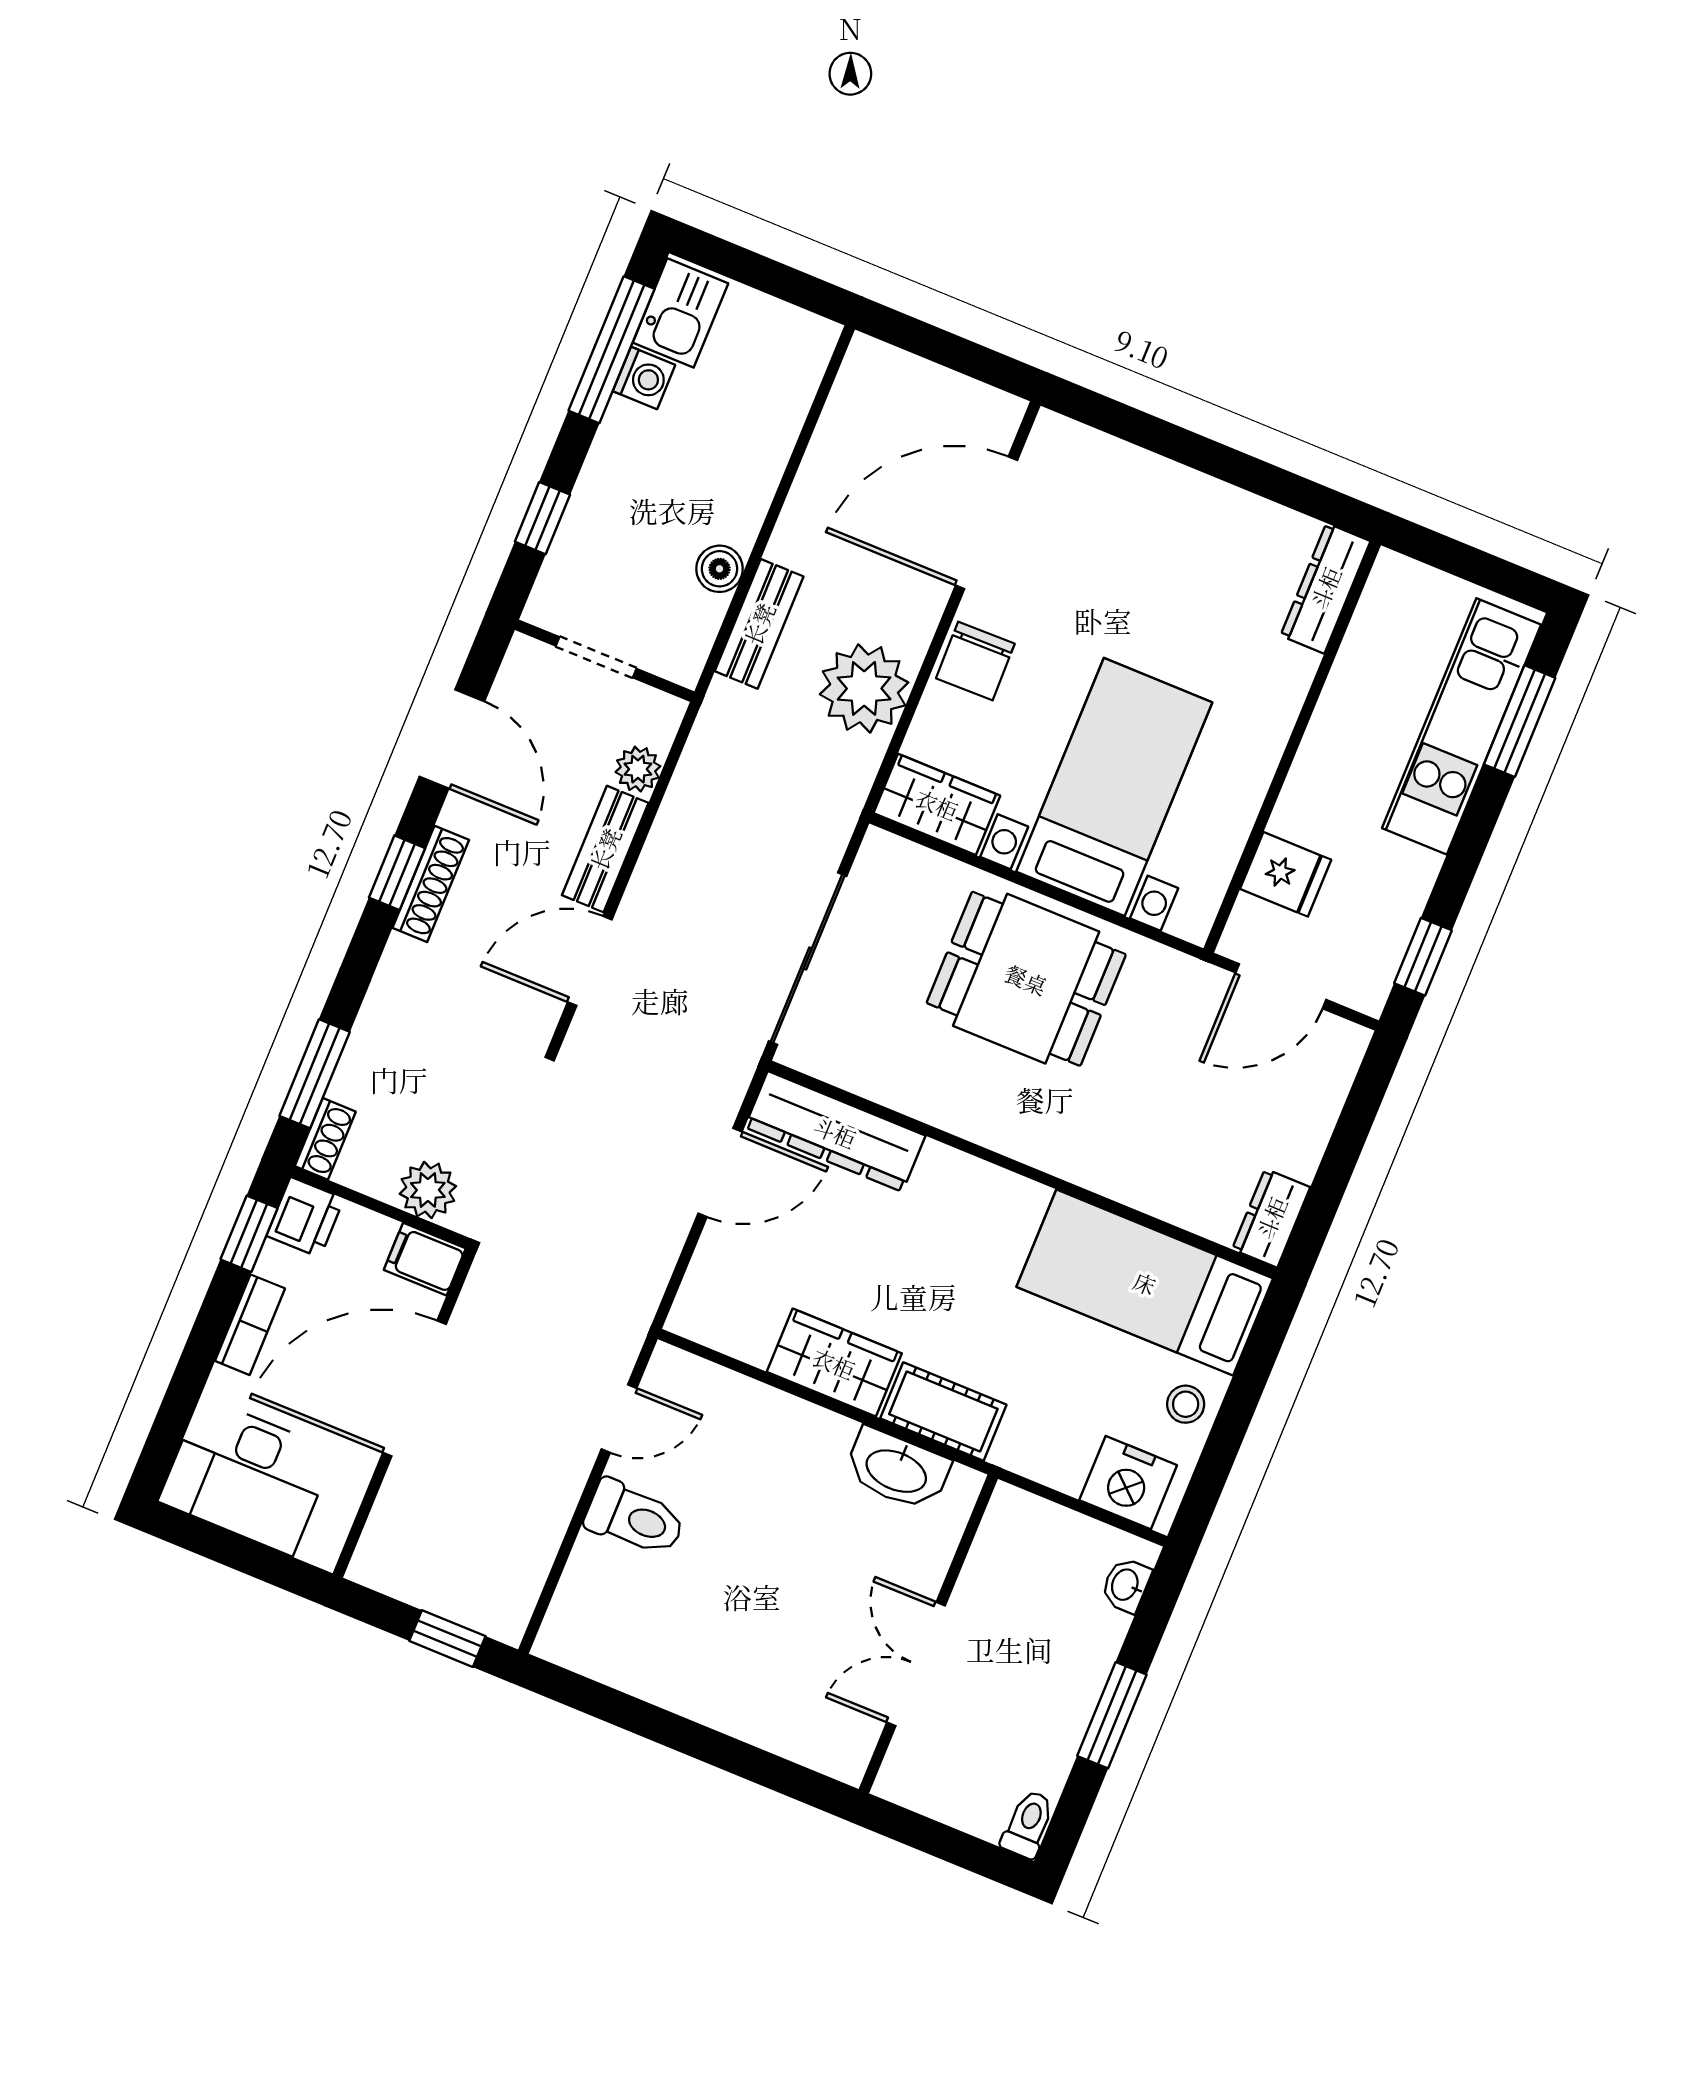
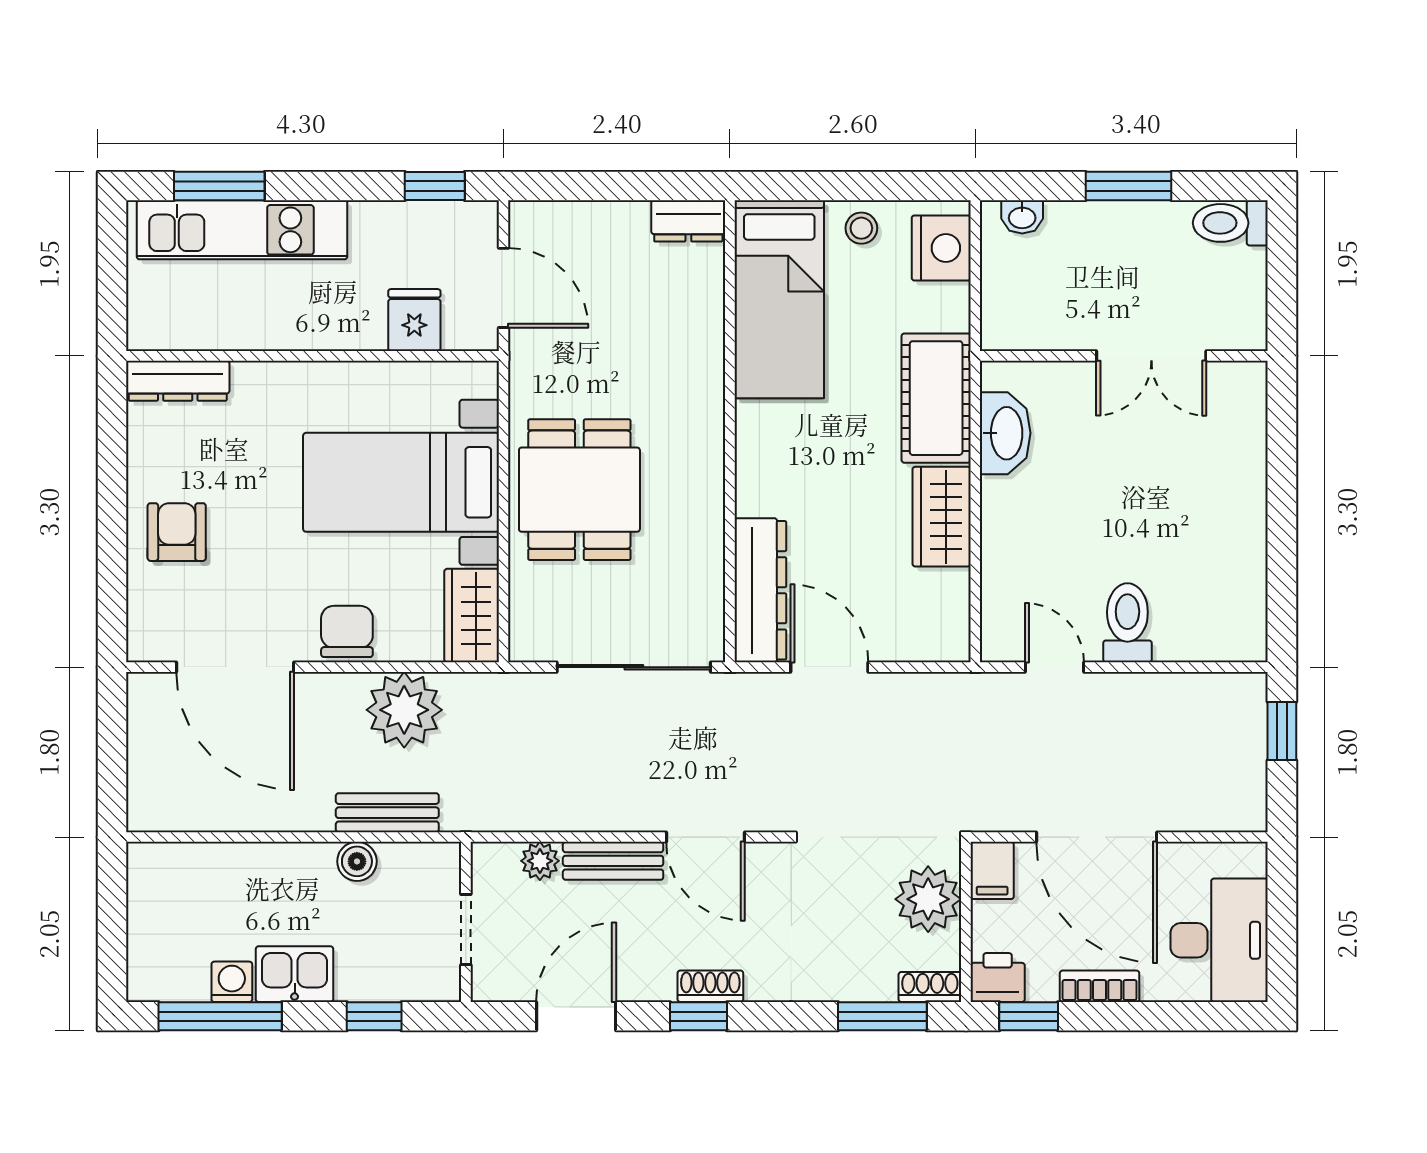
kitchen sink: (680, 313) -> (295, 974), moved
armchair: (1160, 519) -> (177, 532), added
chair: (975, 661) -> (347, 631), turned -89
shoe rack: (431, 884) -> (710, 986), width x0.70
plant: (428, 1190) -> (928, 899), width x1.36, depth x1.36
cot: (943, 1411) -> (936, 398), width x1.37, depth x1.34
toilet: (1028, 1824) -> (1230, 223), width x1.37, depth x1.39

